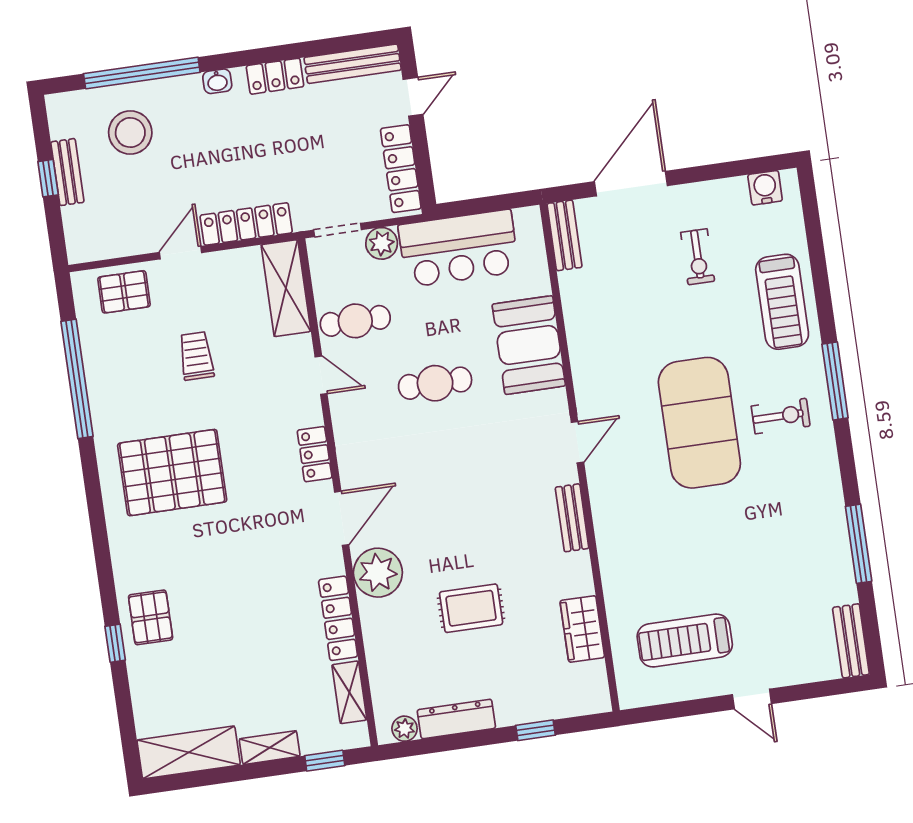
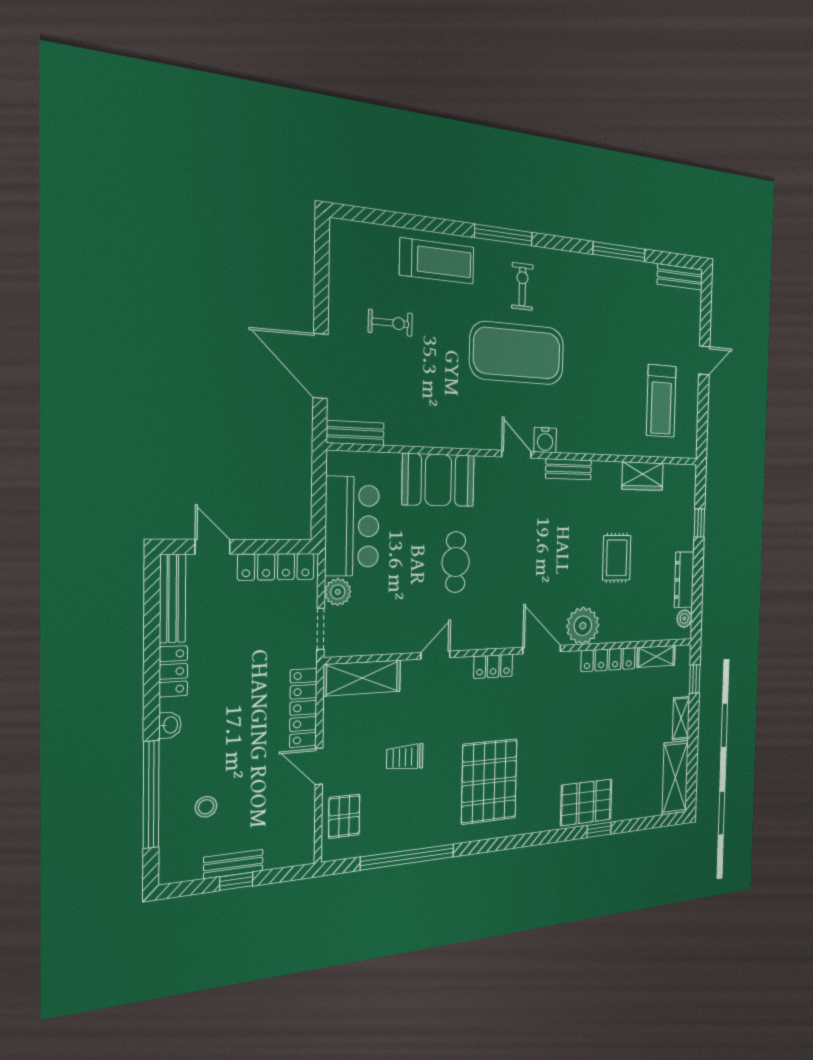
stool: (130, 133) -> (206, 807), width x0.53, depth x0.53
water cooler: (765, 188) -> (545, 440), moved, turned -90
cafe table: (355, 321) -> (397, 622), removed
pallet: (151, 617) -> (586, 802), width x1.50, depth x1.42

